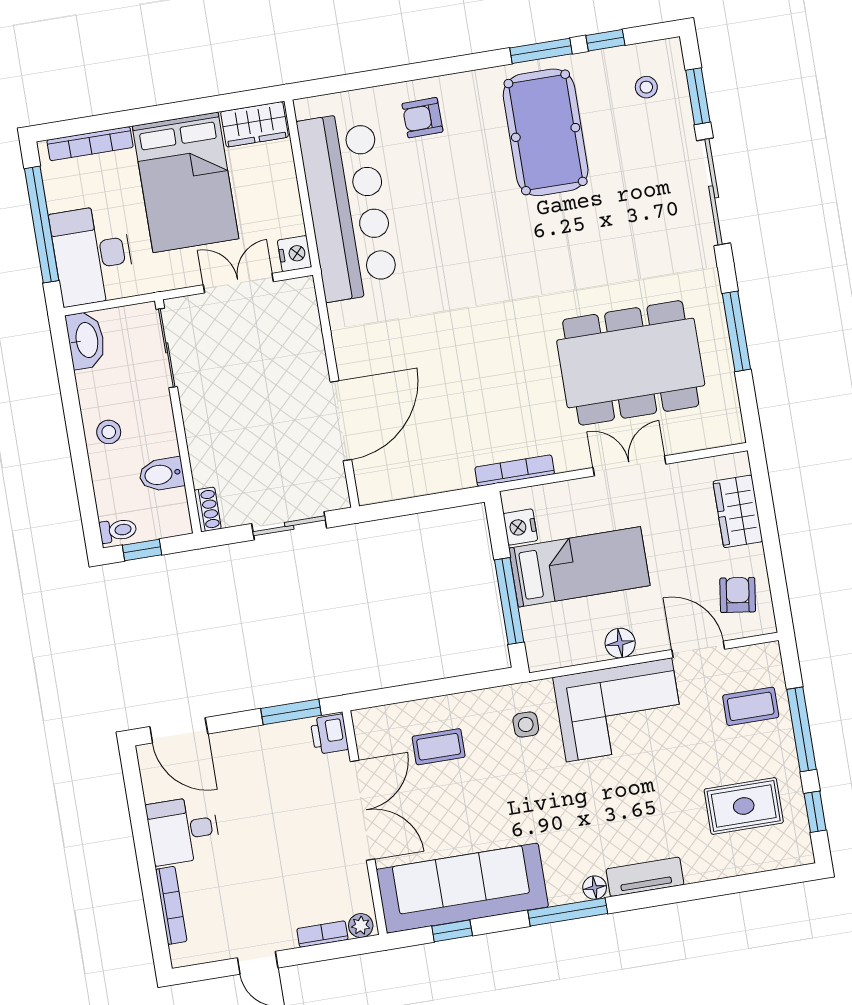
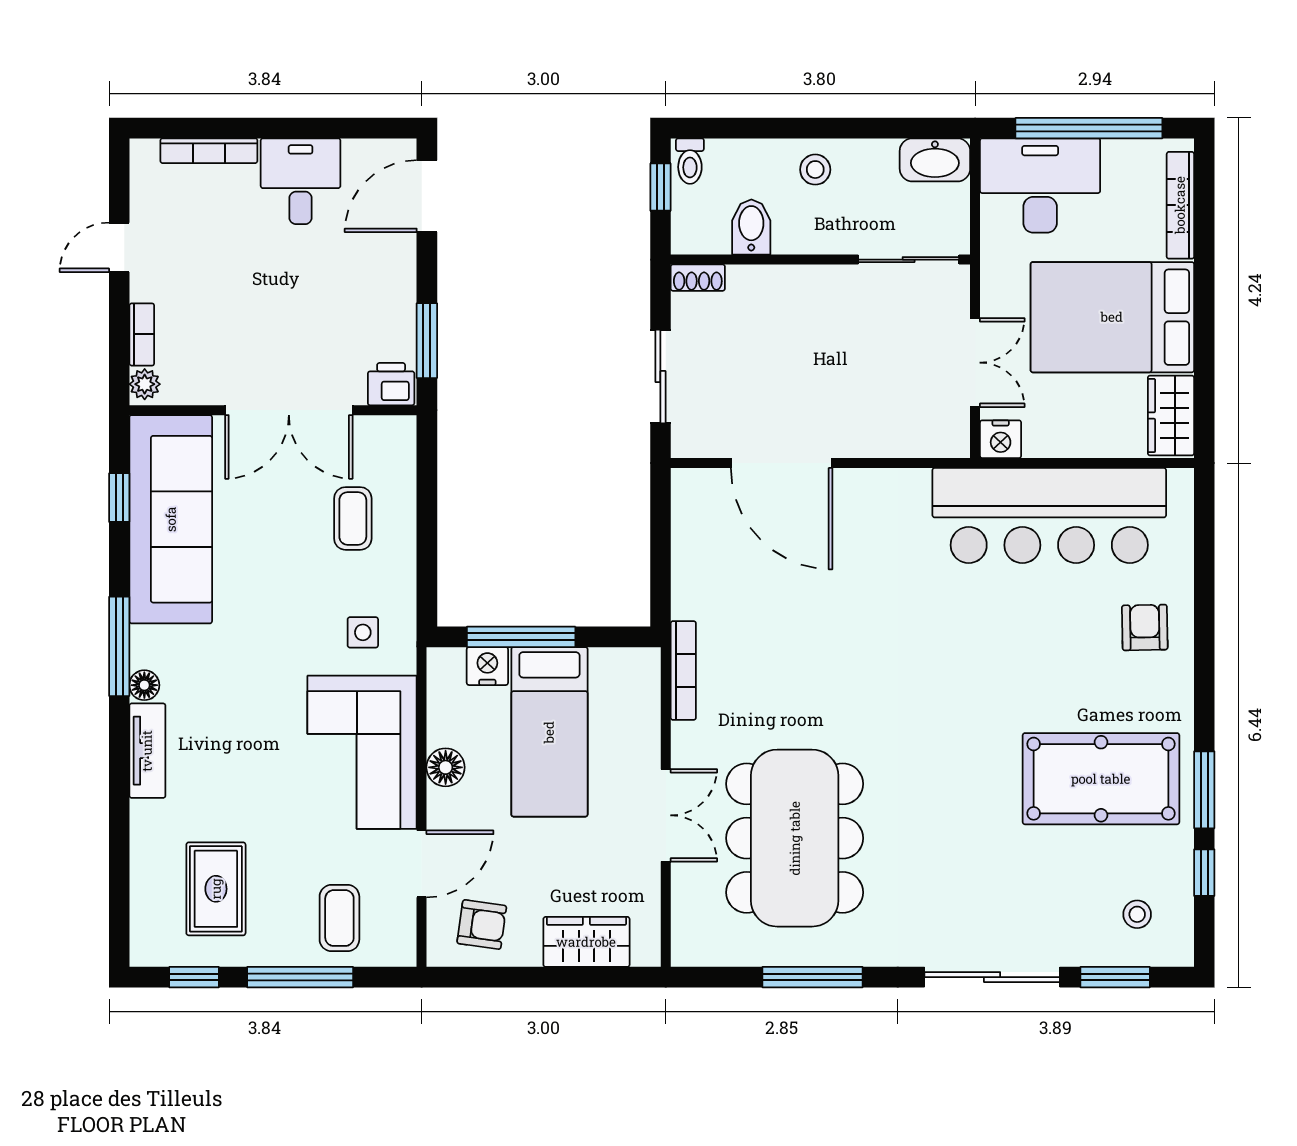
nightstand: (520, 527) -> (487, 666), moved

